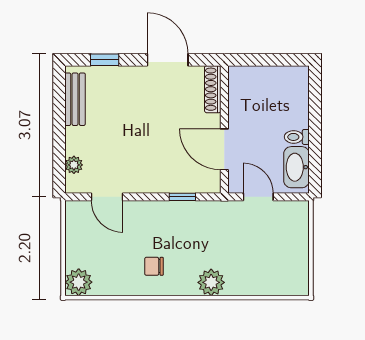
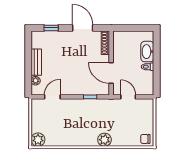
bench: (75, 99) -> (36, 62), moved
washbasin: (297, 167) -> (147, 52), moved
door: (107, 197) -> (52, 97), swing flipped
chair: (154, 266) -> (145, 139), moved

